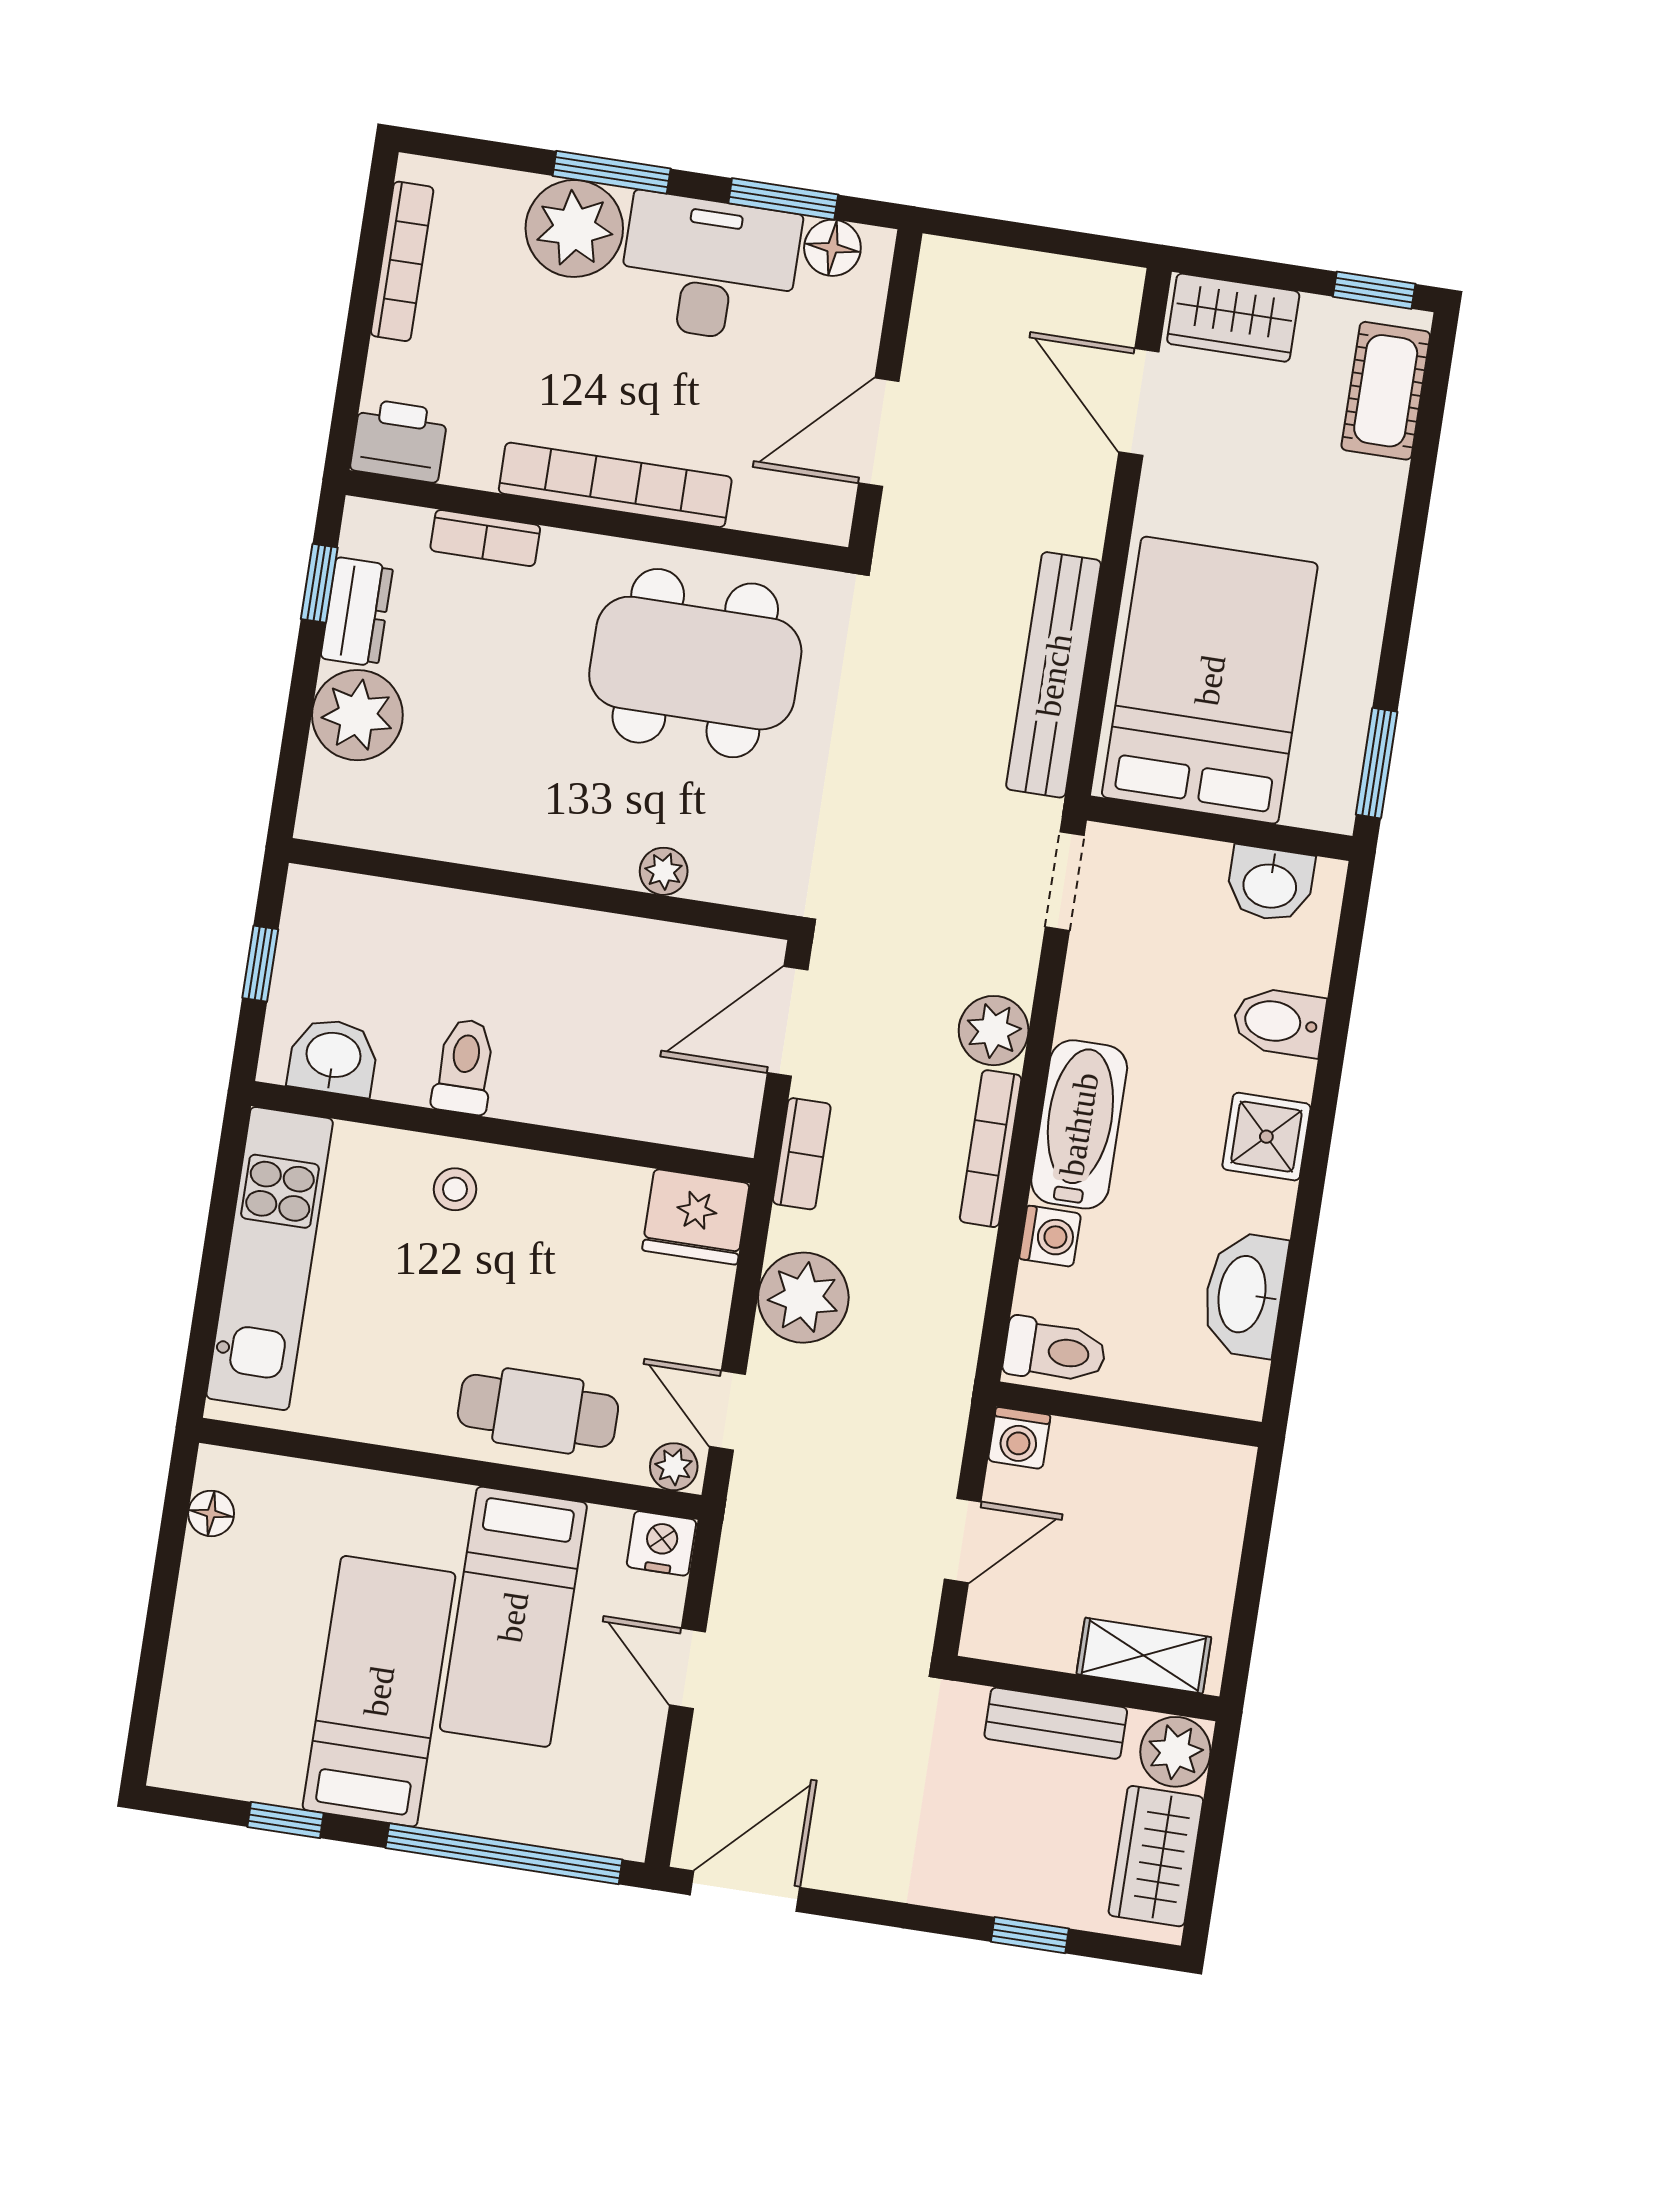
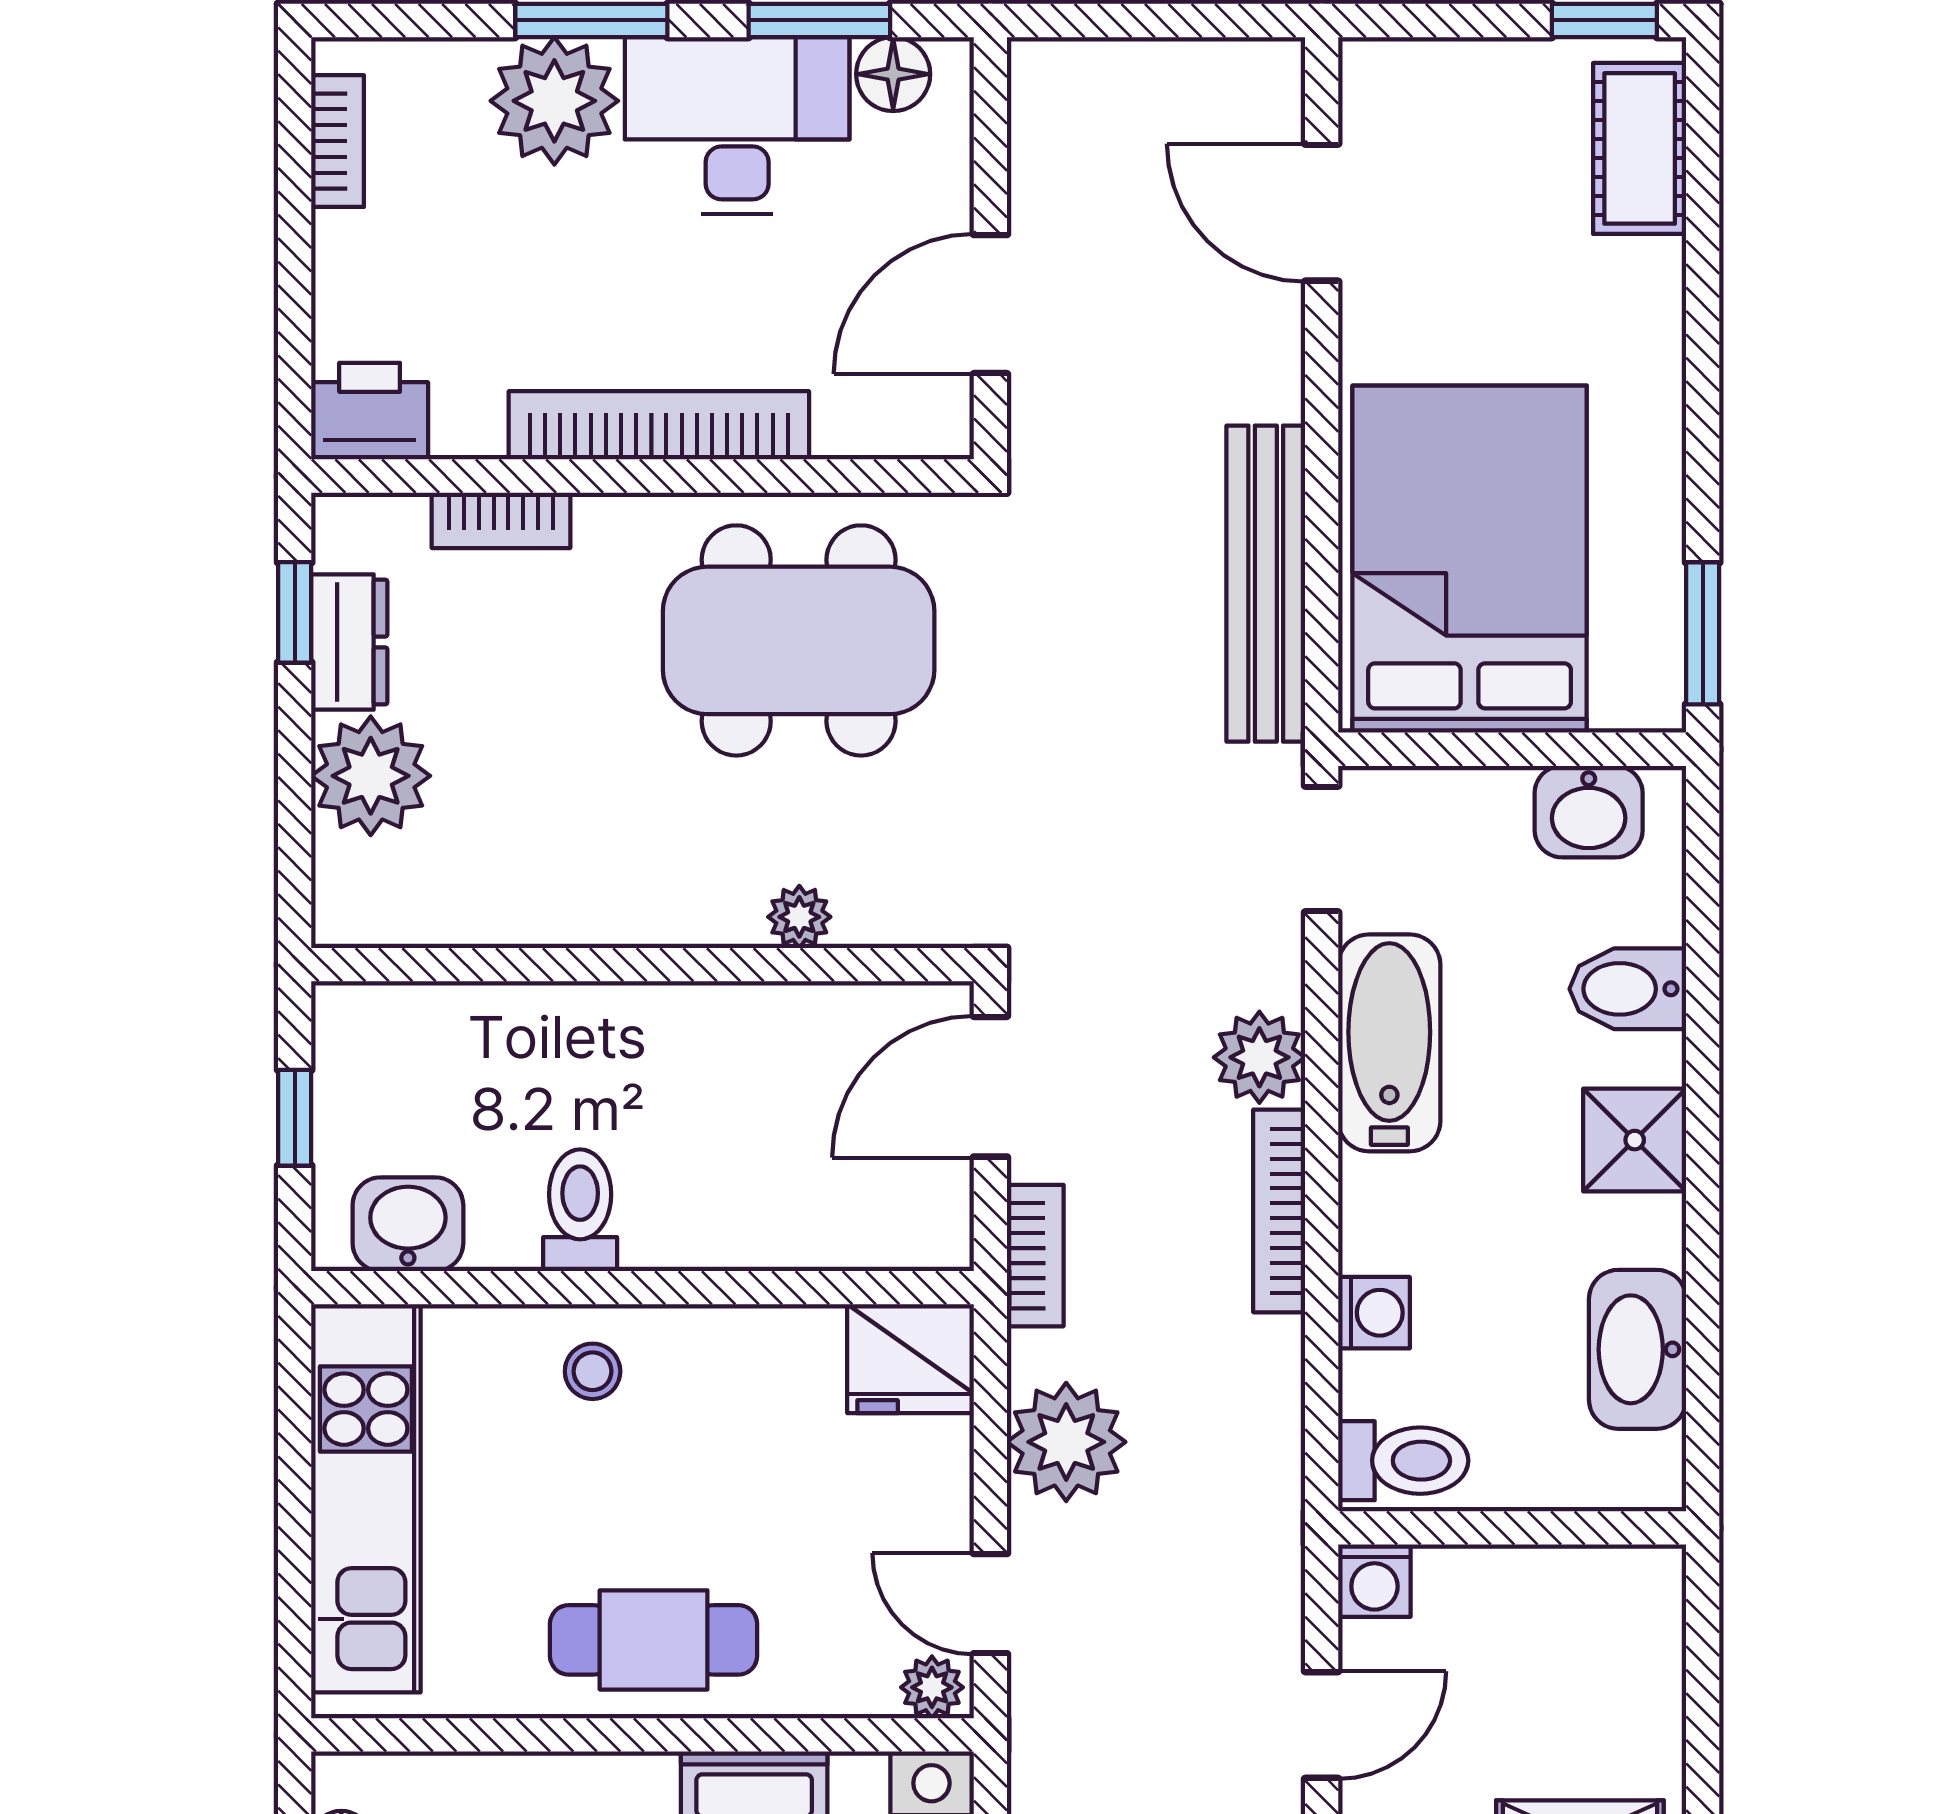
bookcase: (402, 261) -> (338, 141), width x0.64
wardrobe: (1233, 318) -> (1427, 84), removed
bathtub: (1079, 1124) -> (1389, 1043), moved
cafe table: (538, 1411) -> (654, 1640), moved

